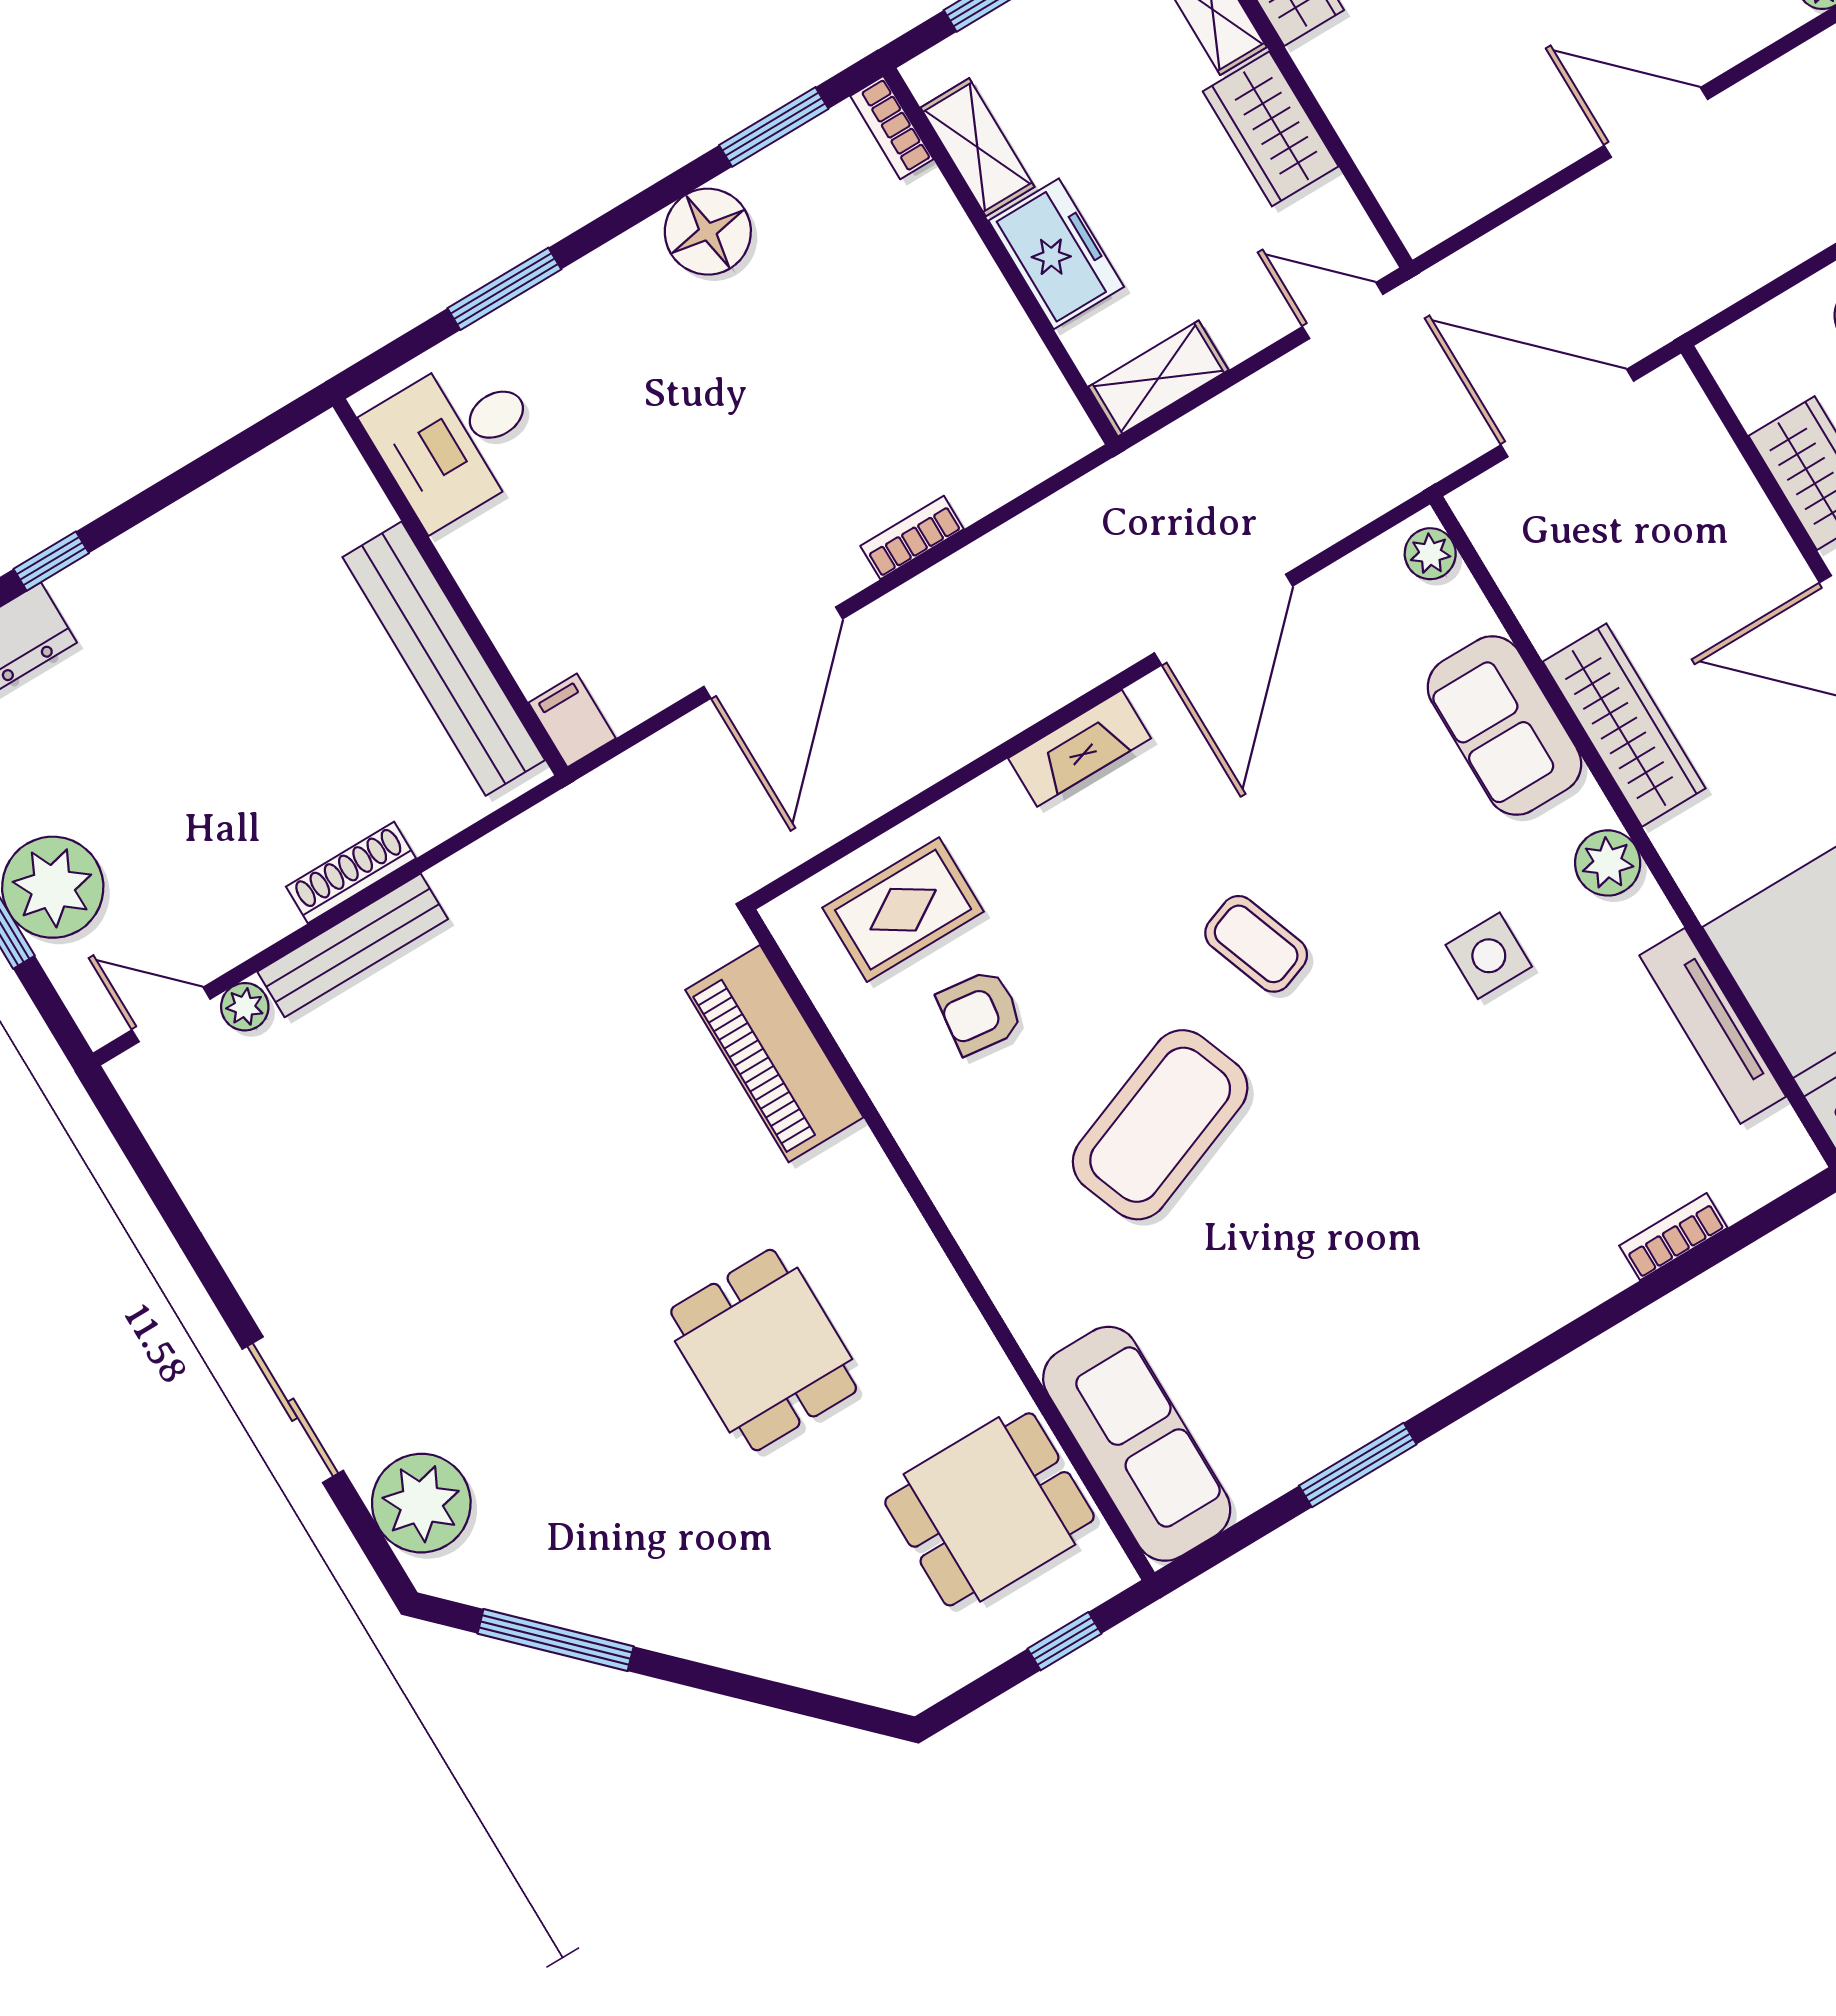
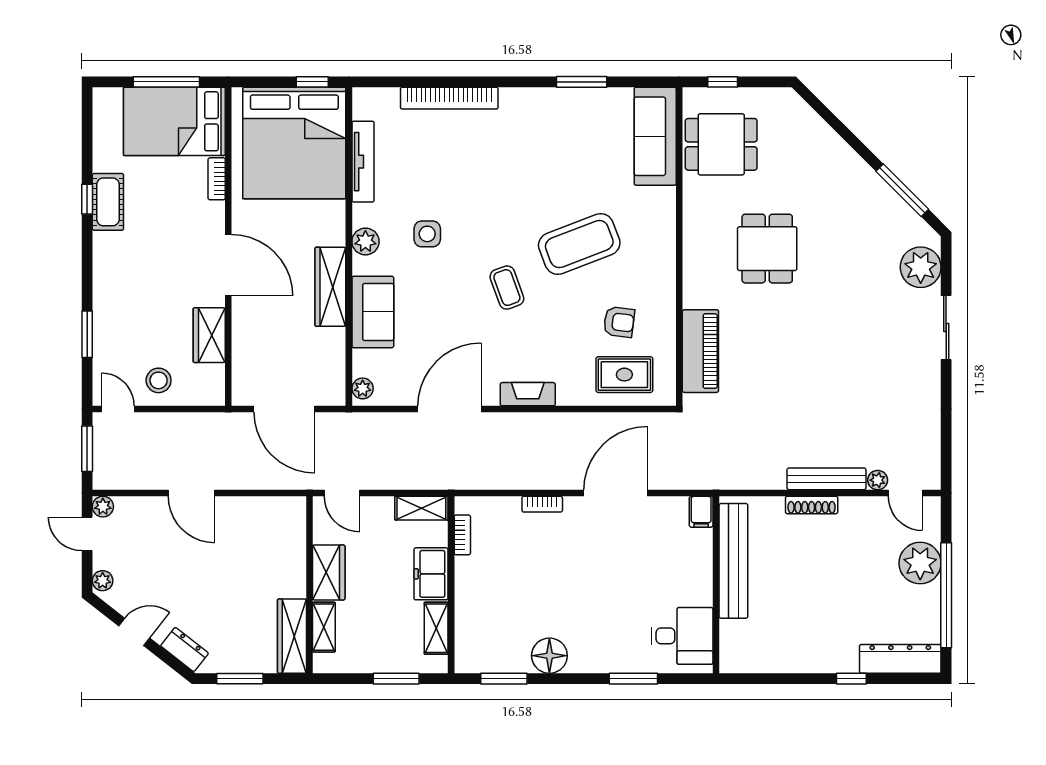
bookcase: (892, 128) -> (462, 535), moved
bookcase: (1673, 1237) -> (449, 98), width x2.31, depth x1.31

